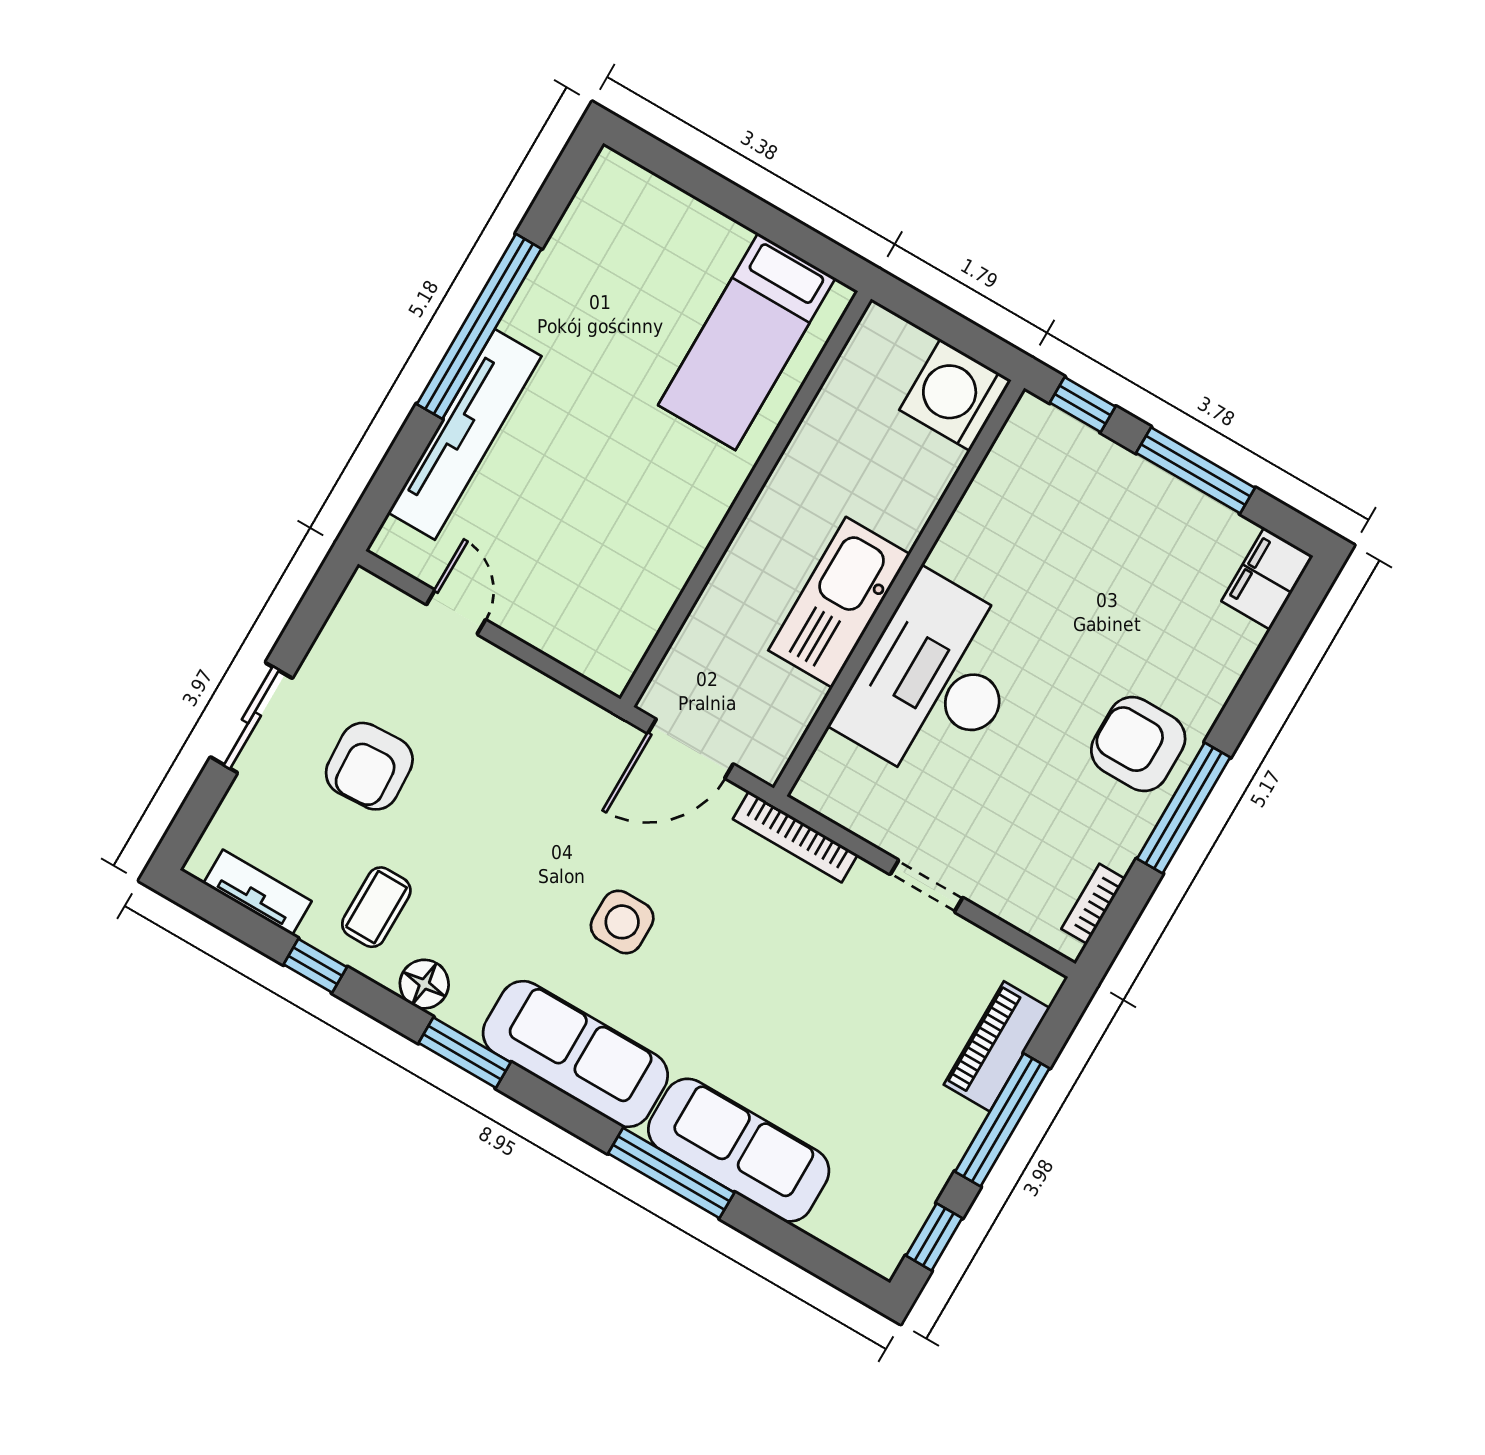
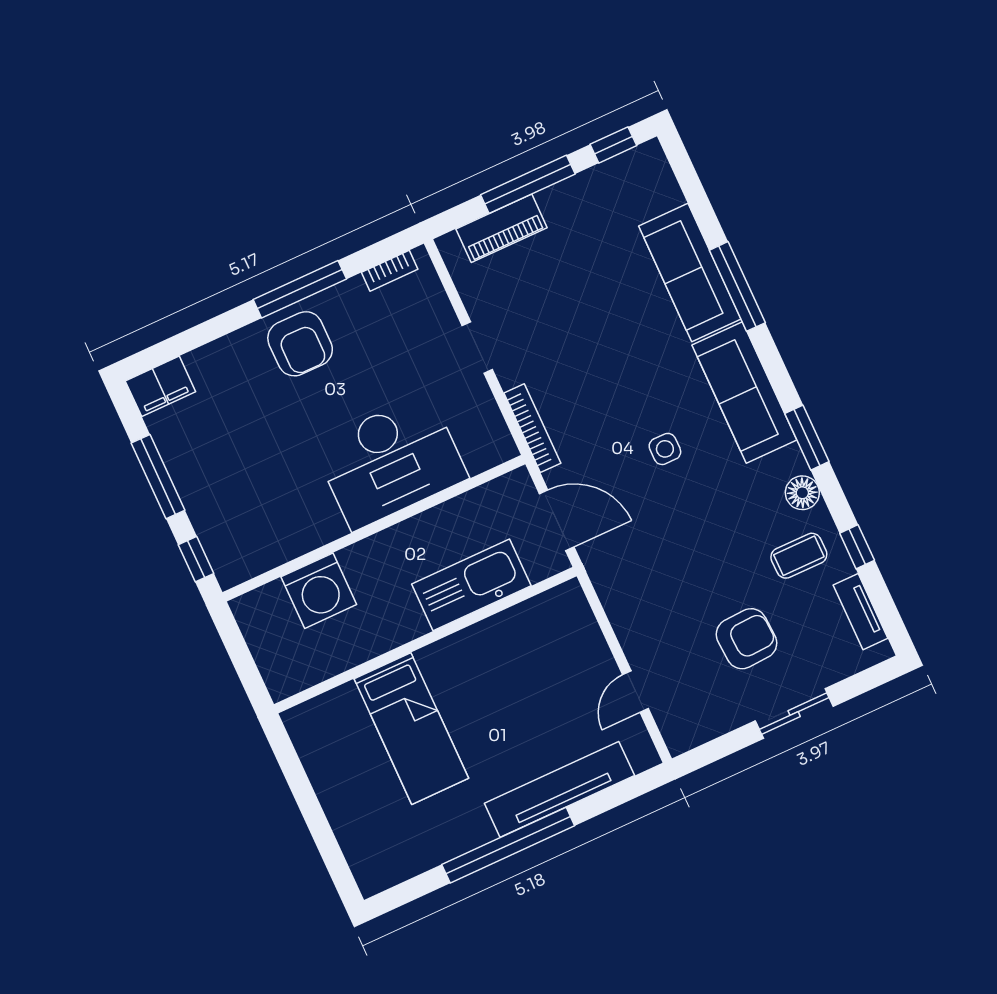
bed: (747, 342) -> (411, 729), moved, turned 90
washing machine: (955, 395) -> (319, 591), moved
kitchen sink: (839, 602) -> (471, 585), moved, turned 180
side table: (622, 922) -> (665, 449), width x0.73, depth x0.73

